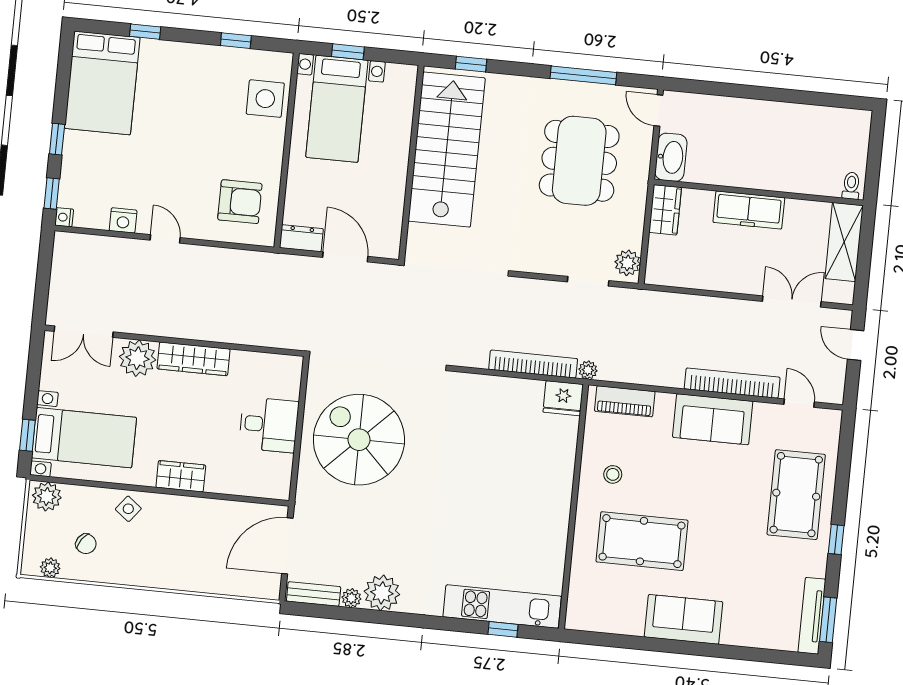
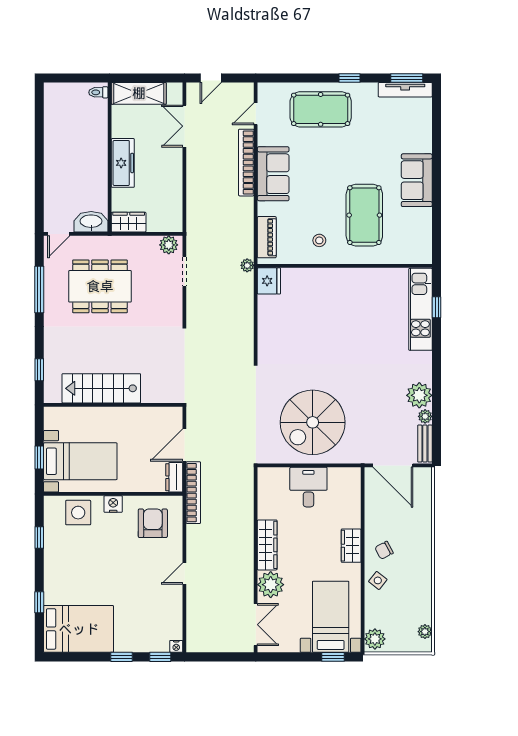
stairs: (447, 149) -> (101, 388), width x0.73, depth x0.66
nightstand: (123, 220) -> (113, 504), moved, turned -90
bookcase: (533, 364) -> (193, 493), moved, turned 180
chair: (86, 544) -> (384, 550), moved, turned -153

